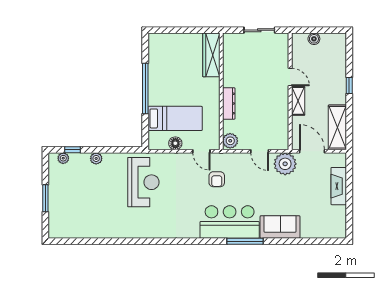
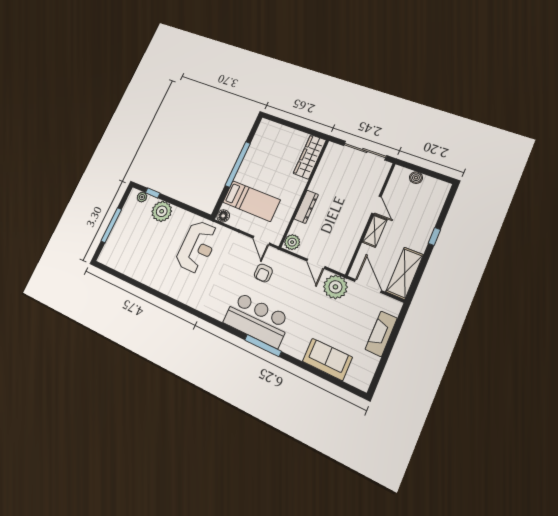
sliding door: (259, 30) -> (365, 151), width x1.37
floor lamp: (175, 143) -> (223, 216), moved
plant: (96, 158) -> (162, 211), width x1.87, depth x1.87
window: (45, 198) -> (111, 225), width x1.44
sofa: (280, 227) -> (327, 359), moved

